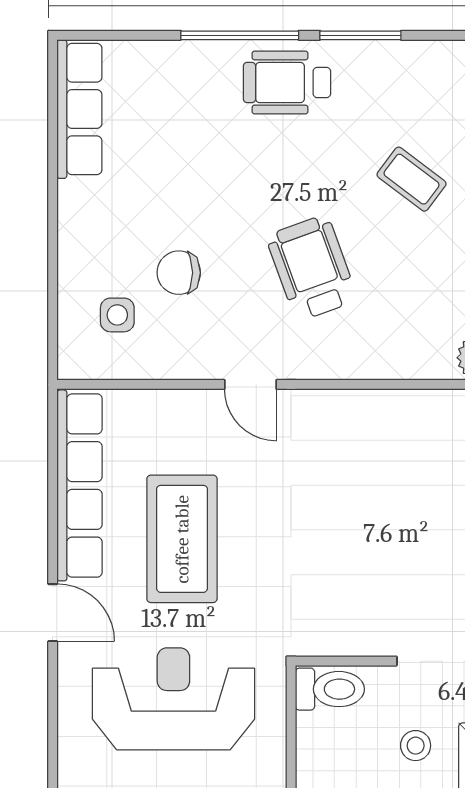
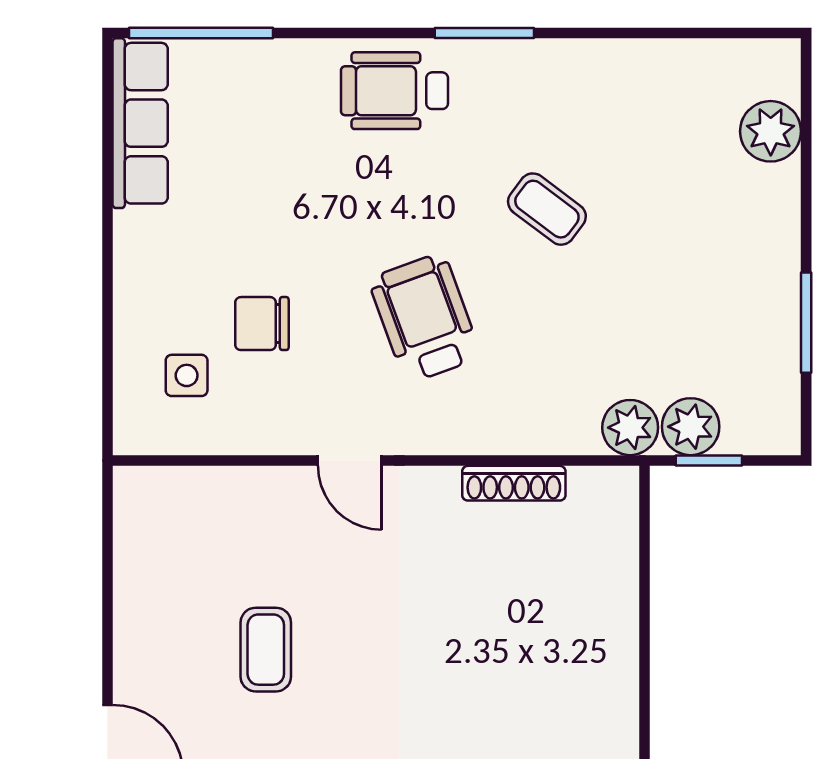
window: (240, 35) -> (201, 33), moved
shoe rack: (384, 403) -> (514, 483), added
row of seats: (80, 485) -> (140, 584), removed
coffee table: (182, 539) -> (266, 650), width x0.54, depth x0.58

